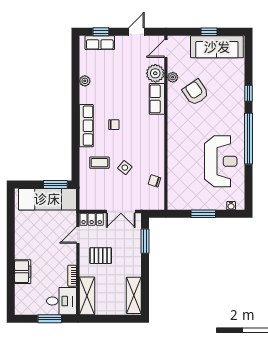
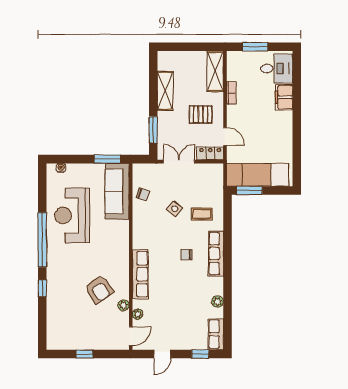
row of seats: (100, 43) -> (216, 334), moved, turned -90
sofa: (217, 47) -> (117, 191), moved, turned -90
plant: (155, 73) -> (138, 314), width x0.53, depth x0.53
row of seats: (157, 99) -> (140, 274), width x1.48
window: (203, 214) -> (107, 159), moved
door: (78, 235) -> (225, 136), hinge flipped
shelving: (134, 295) -> (165, 91), moved
desk: (61, 301) -> (277, 69), moved, turned 180

